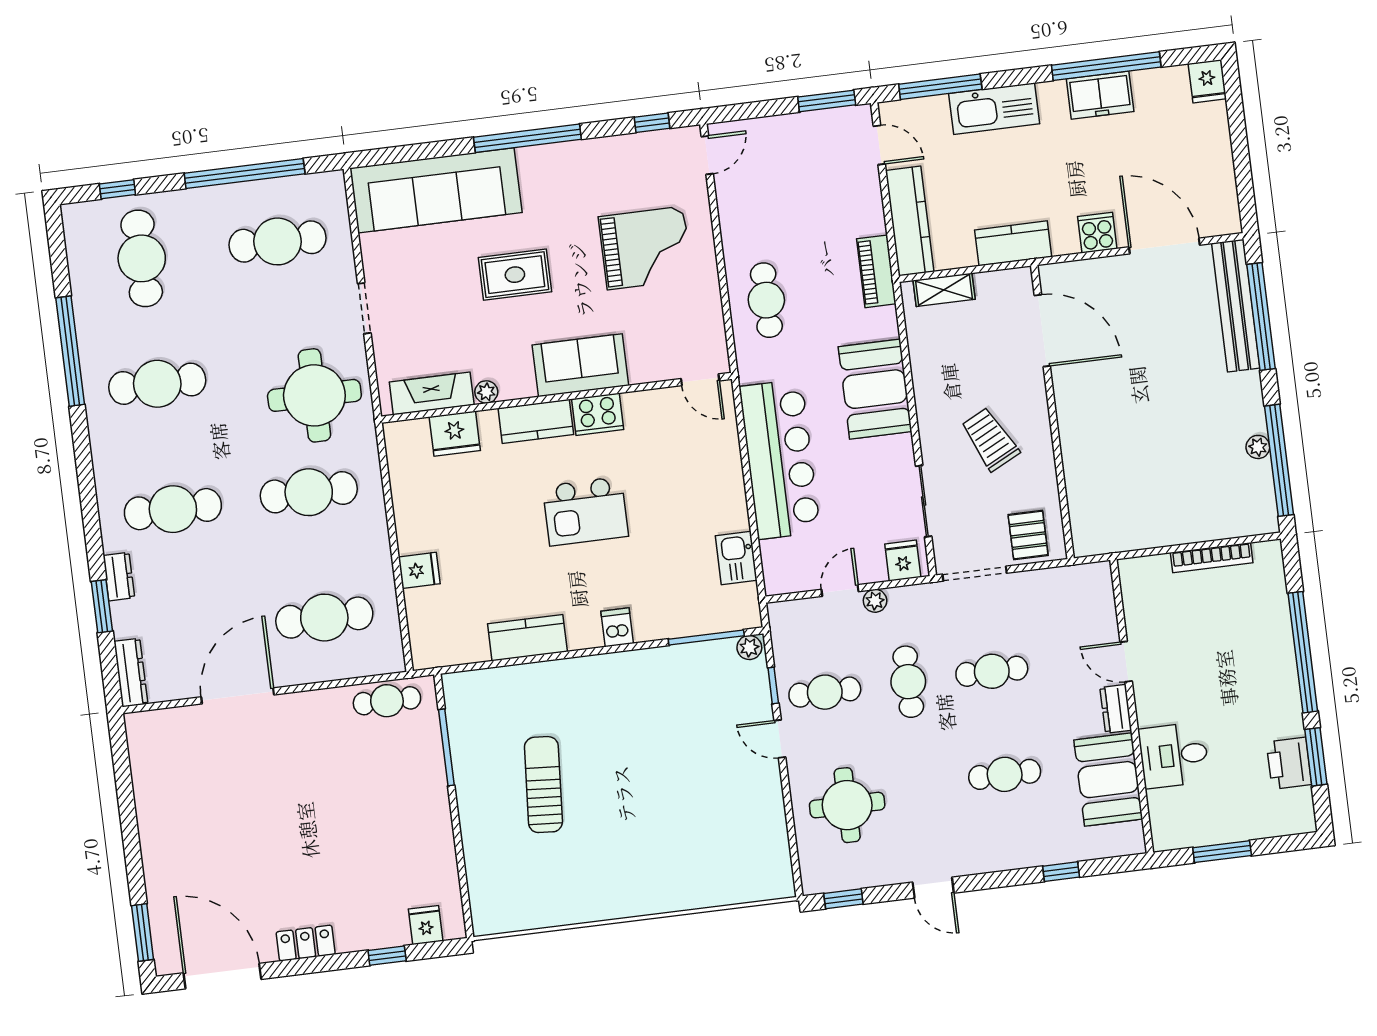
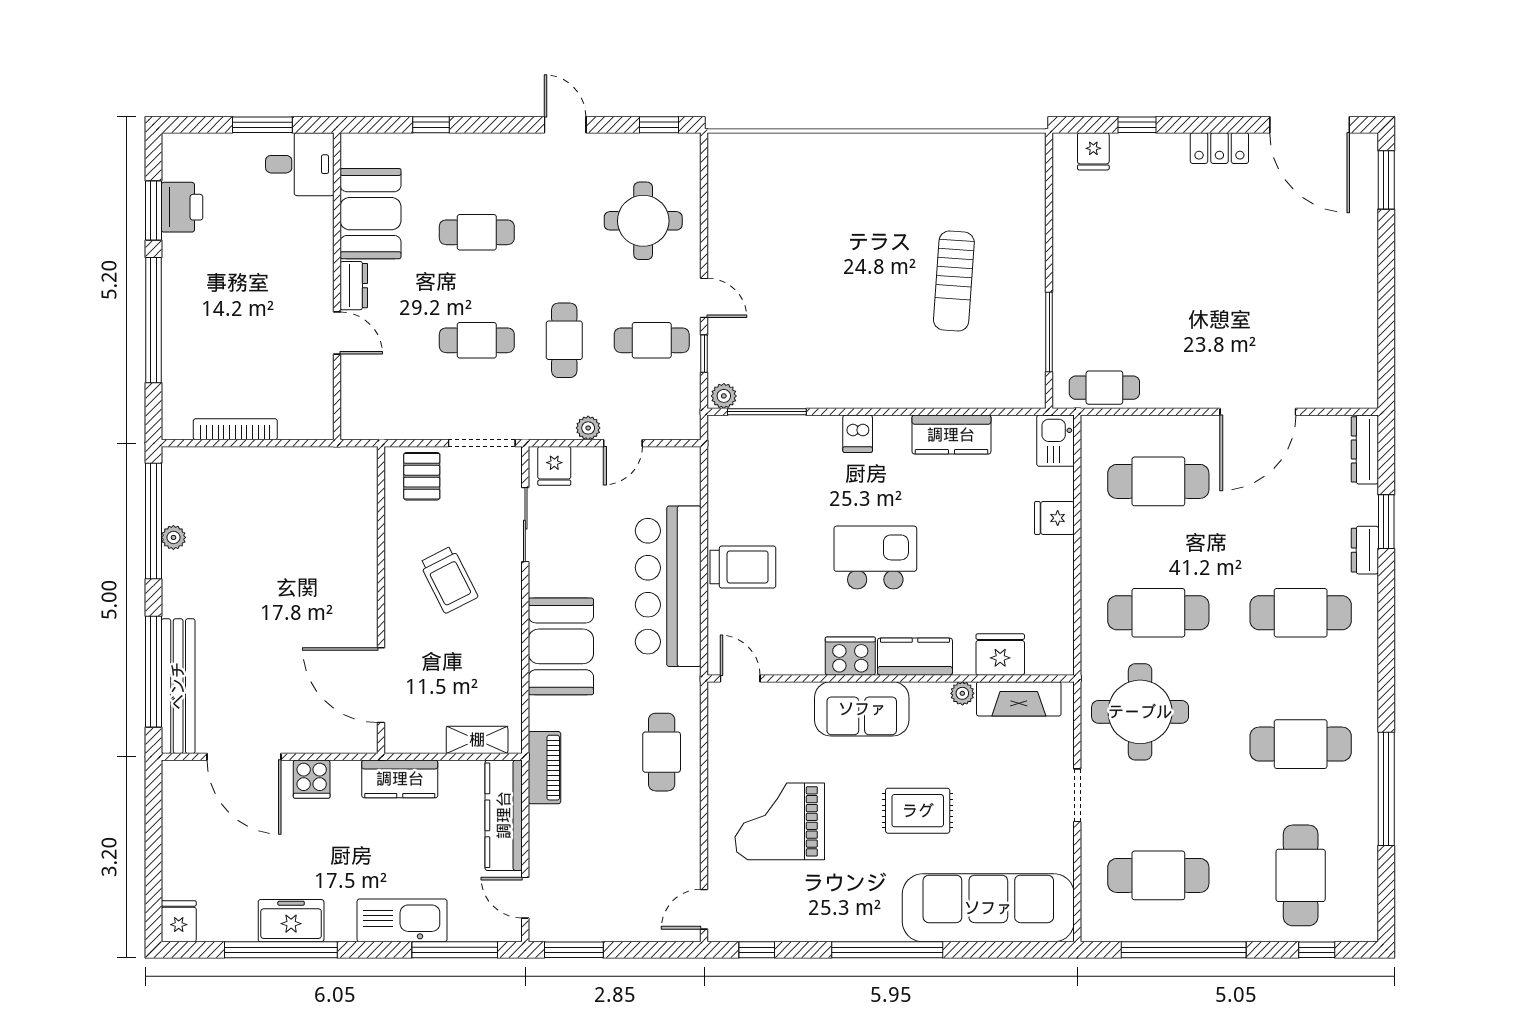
trolley: (711, 486) -> (743, 567), added
kitchen sink: (736, 558) -> (1056, 441), moved, turned 180
desk: (1174, 755) -> (300, 164), moved

